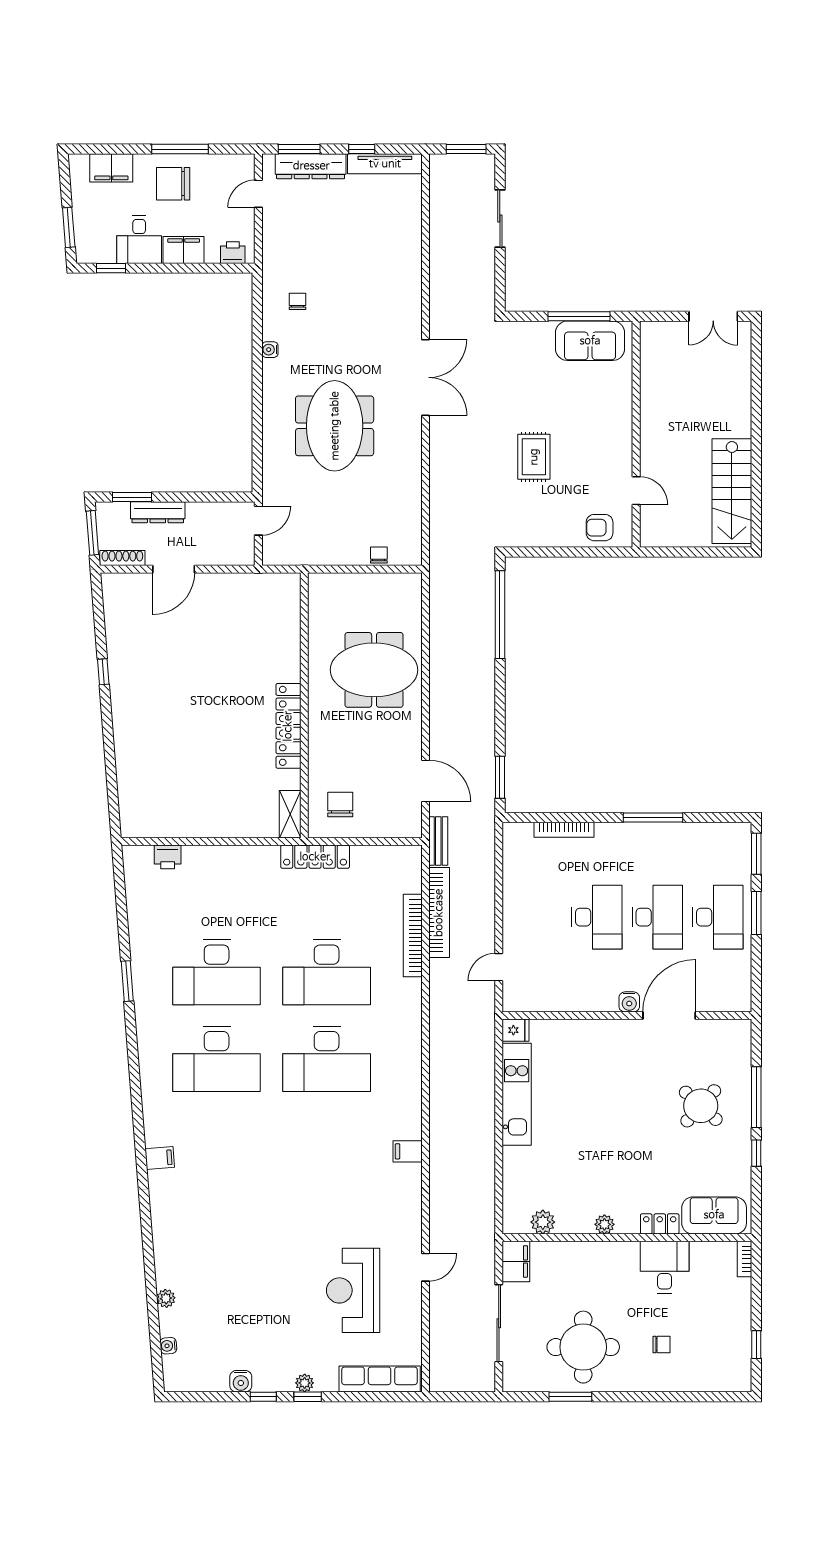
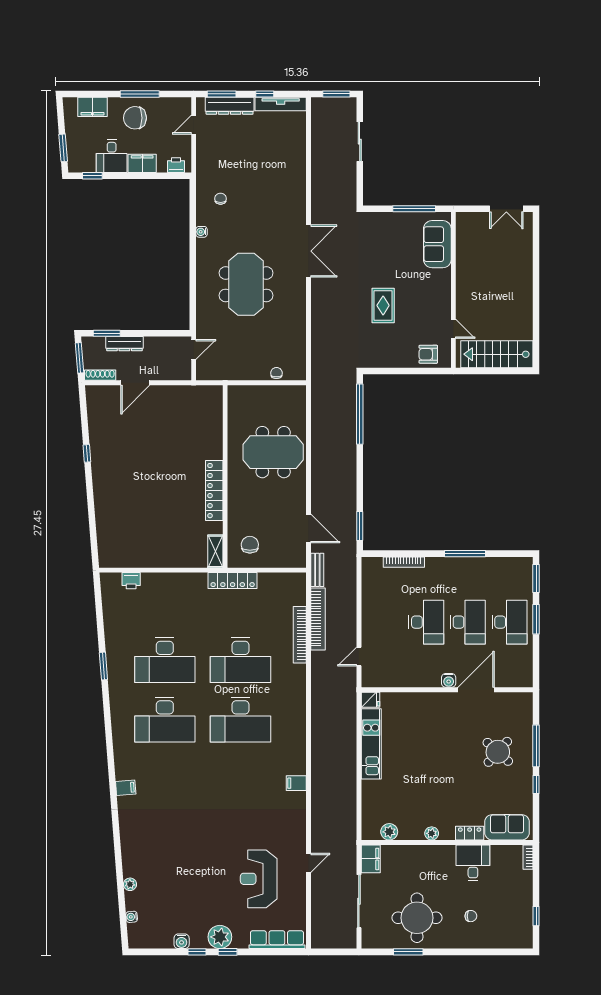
sofa: (590, 341) -> (437, 244), moved, turned 90
stairs: (732, 491) -> (497, 354), moved, turned 90
plant: (305, 1383) -> (220, 937), width x1.87, depth x1.87

